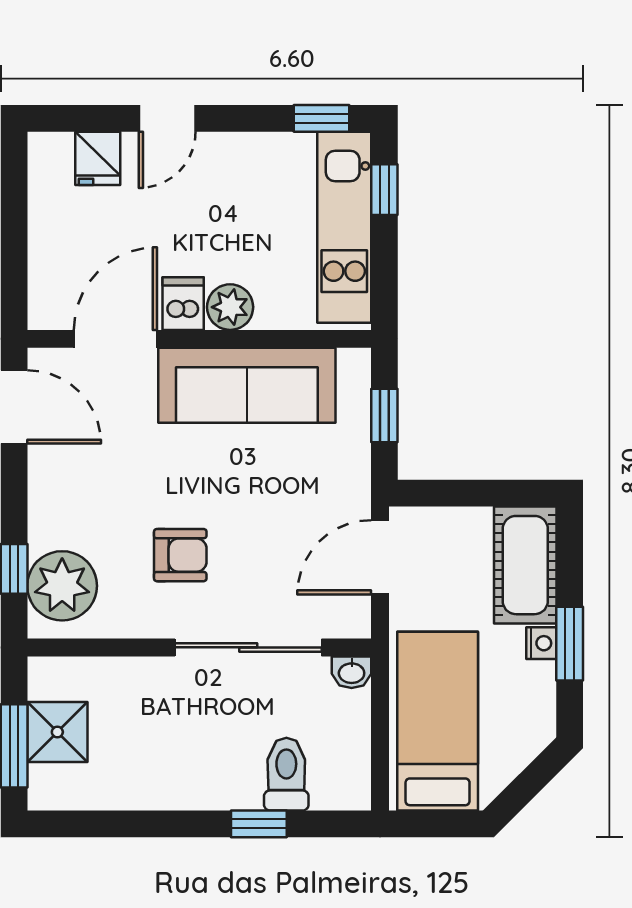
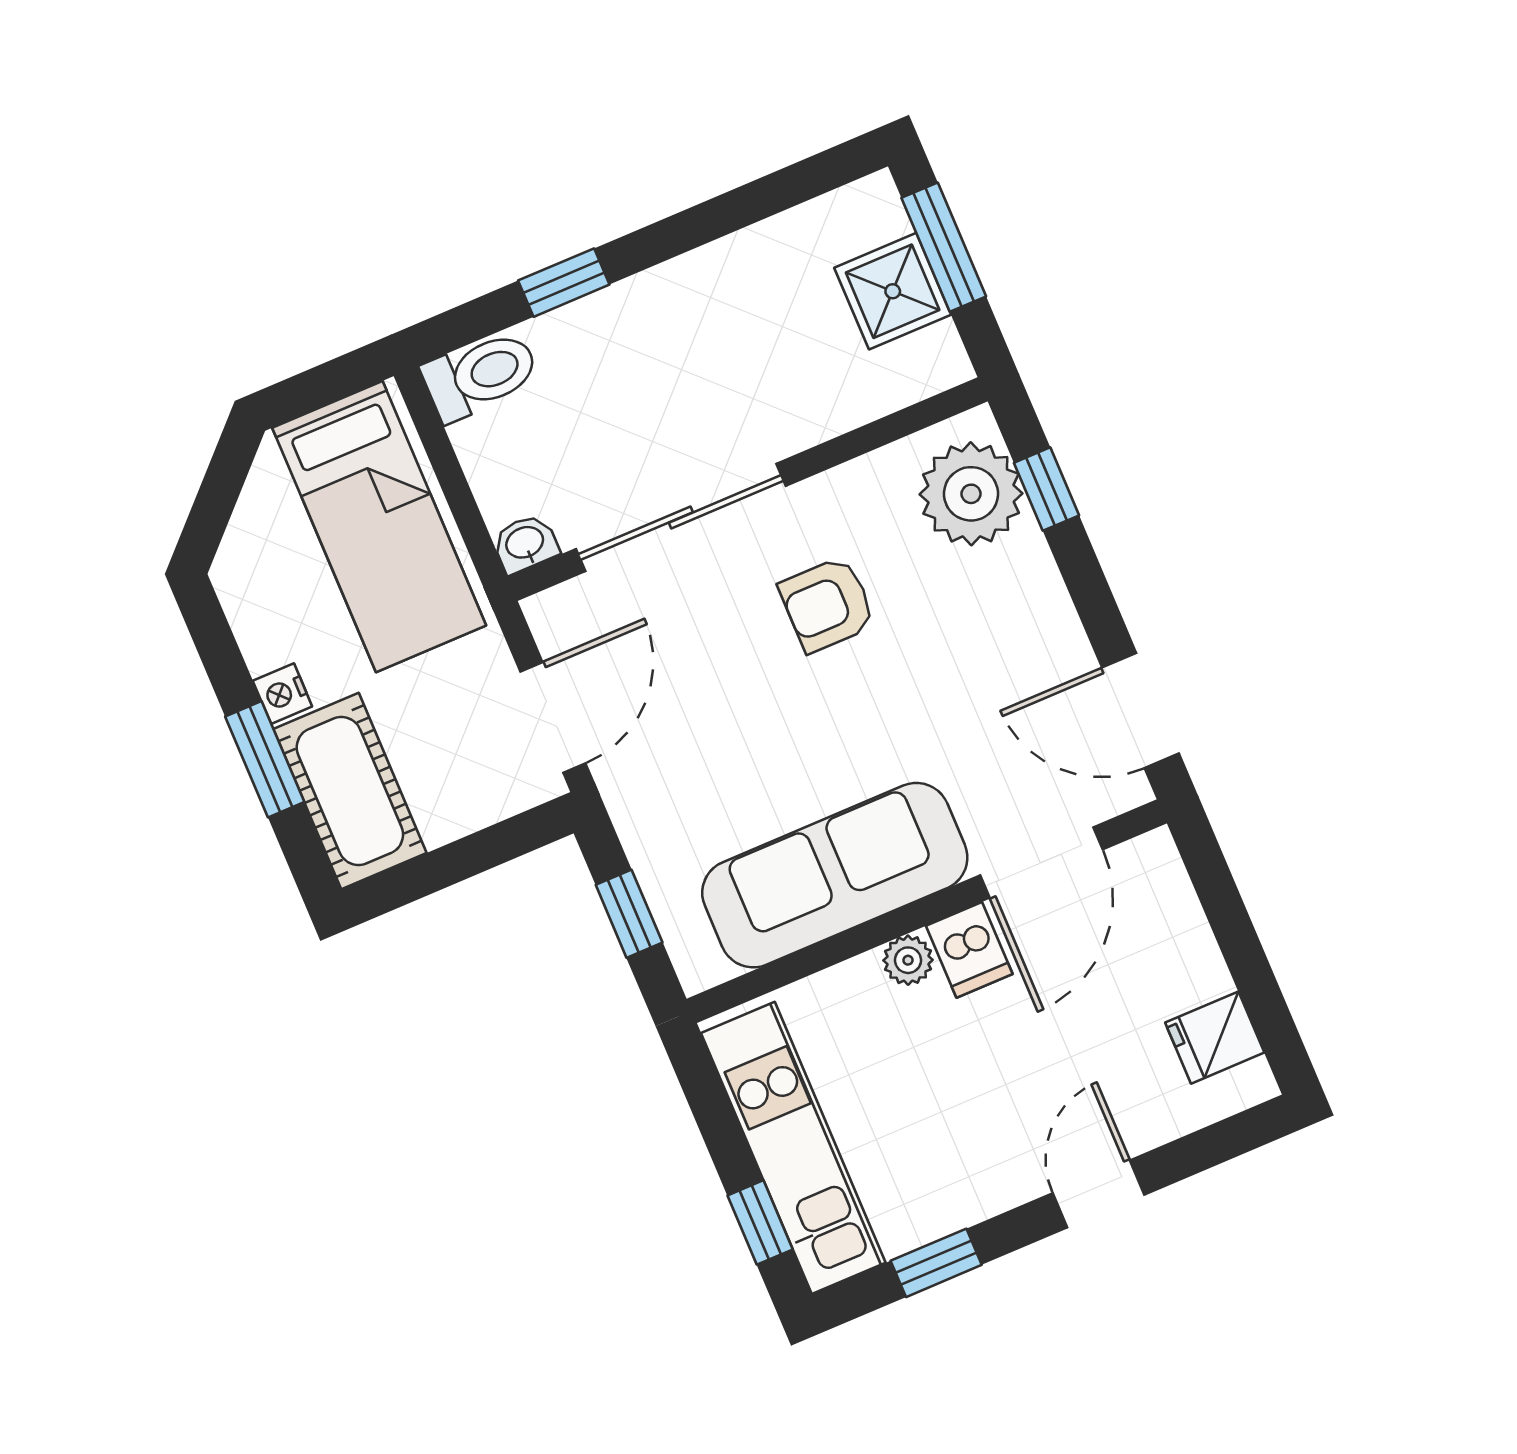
window: (322, 118) -> (936, 1263), moved
fridge: (98, 158) -> (1215, 1038), moved, turned -90
plant: (230, 307) -> (908, 960), width x0.73, depth x0.73
window: (570, 644) -> (265, 759), moved
toilet: (286, 774) -> (481, 375), moved, turned -90

